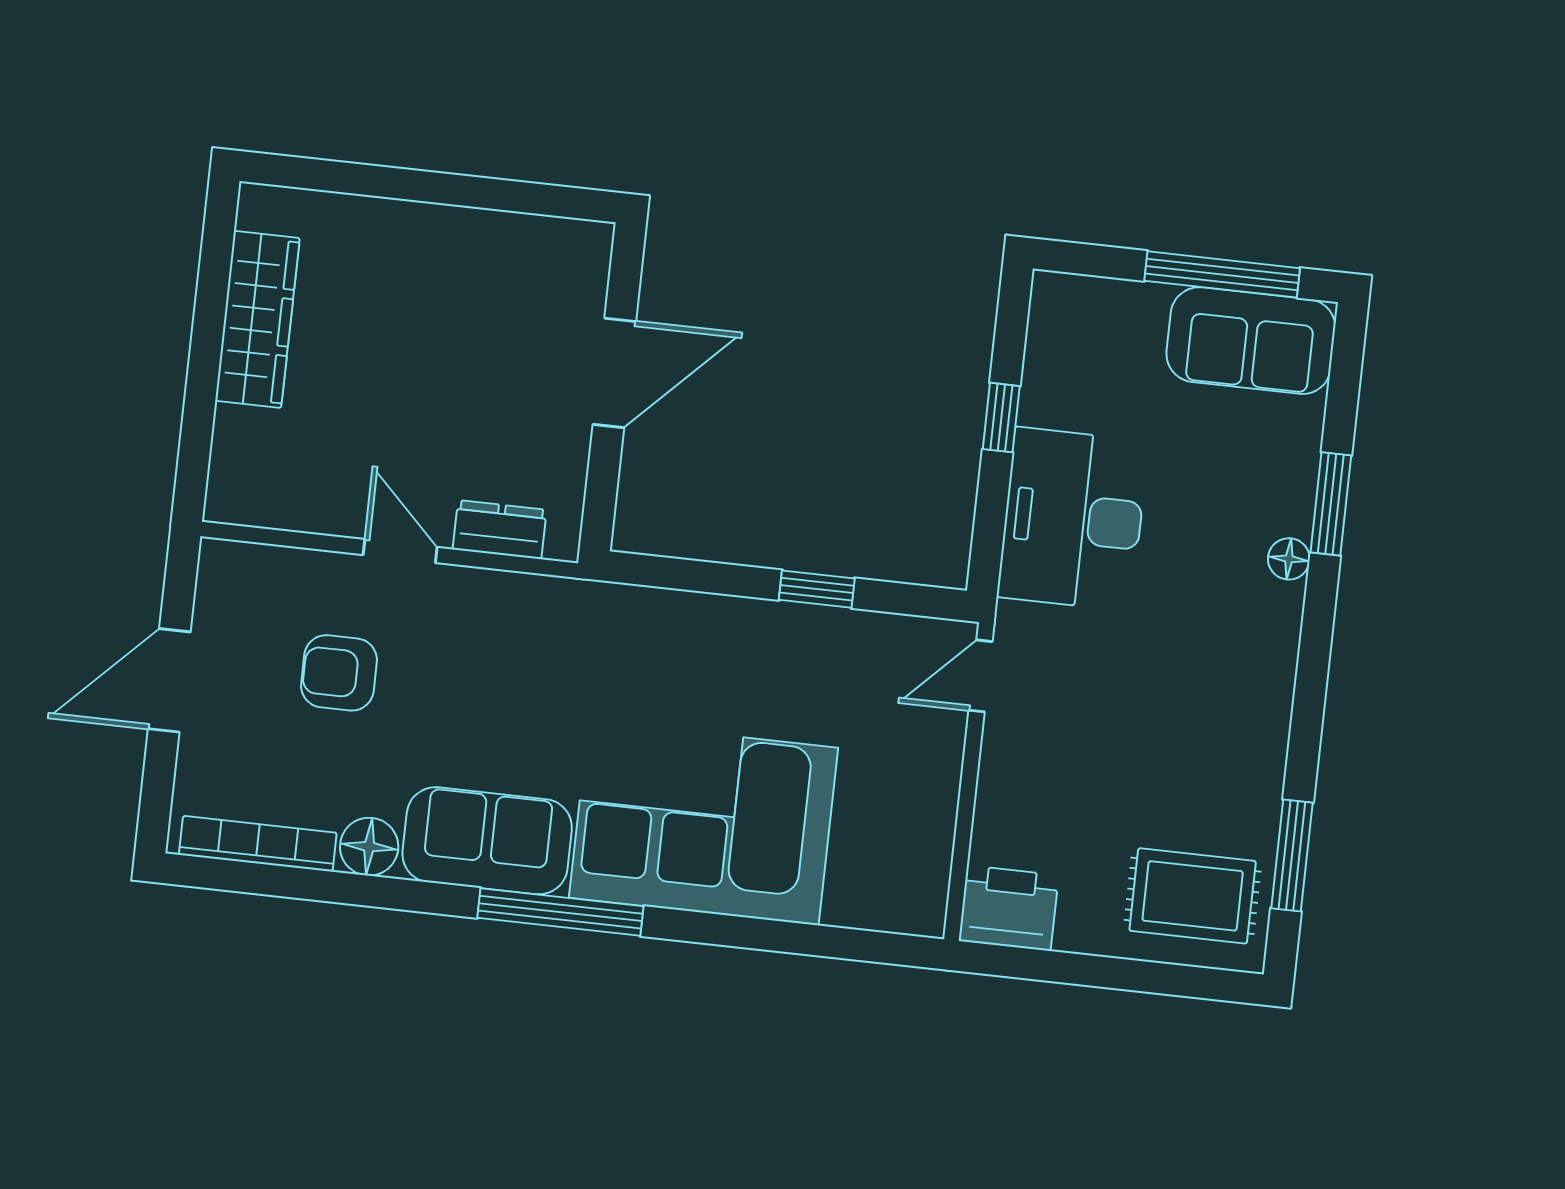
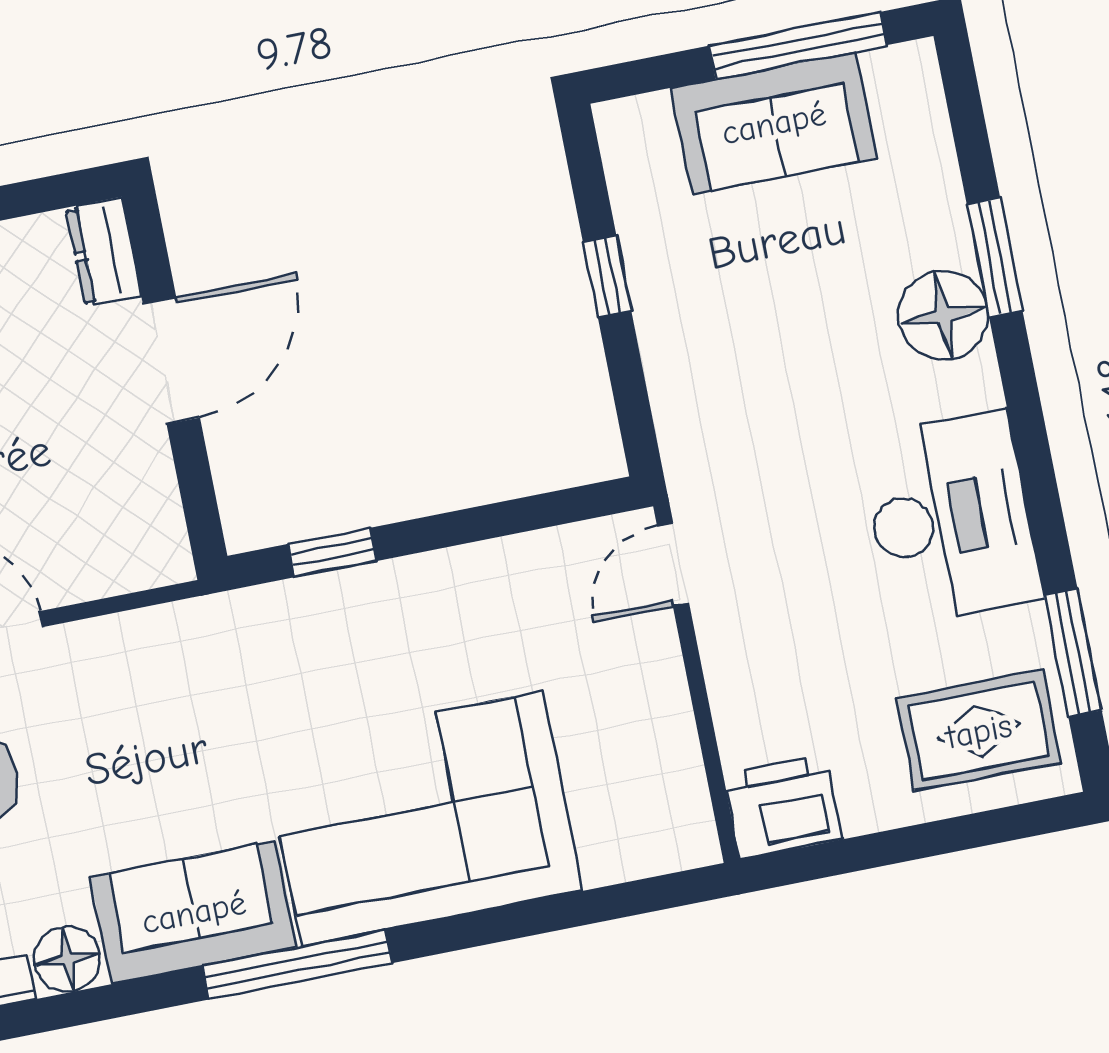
sofa: (1251, 341) -> (774, 123), moved
desk: (1073, 519) -> (951, 518), moved, turned 180
dresser: (500, 530) -> (104, 252), moved, turned -90
floor lamp: (1289, 559) -> (943, 315), width x1.89, depth x1.89
window: (817, 589) -> (332, 552), moved

